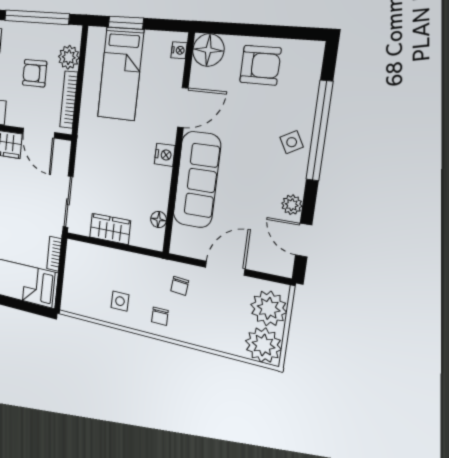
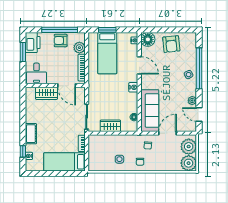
armchair: (260, 65) -> (171, 44), turned 84
armchair: (35, 73) -> (61, 40), moved
door: (183, 108) -> (139, 65), hinge flipped
sofa: (197, 180) -> (150, 111), moved

